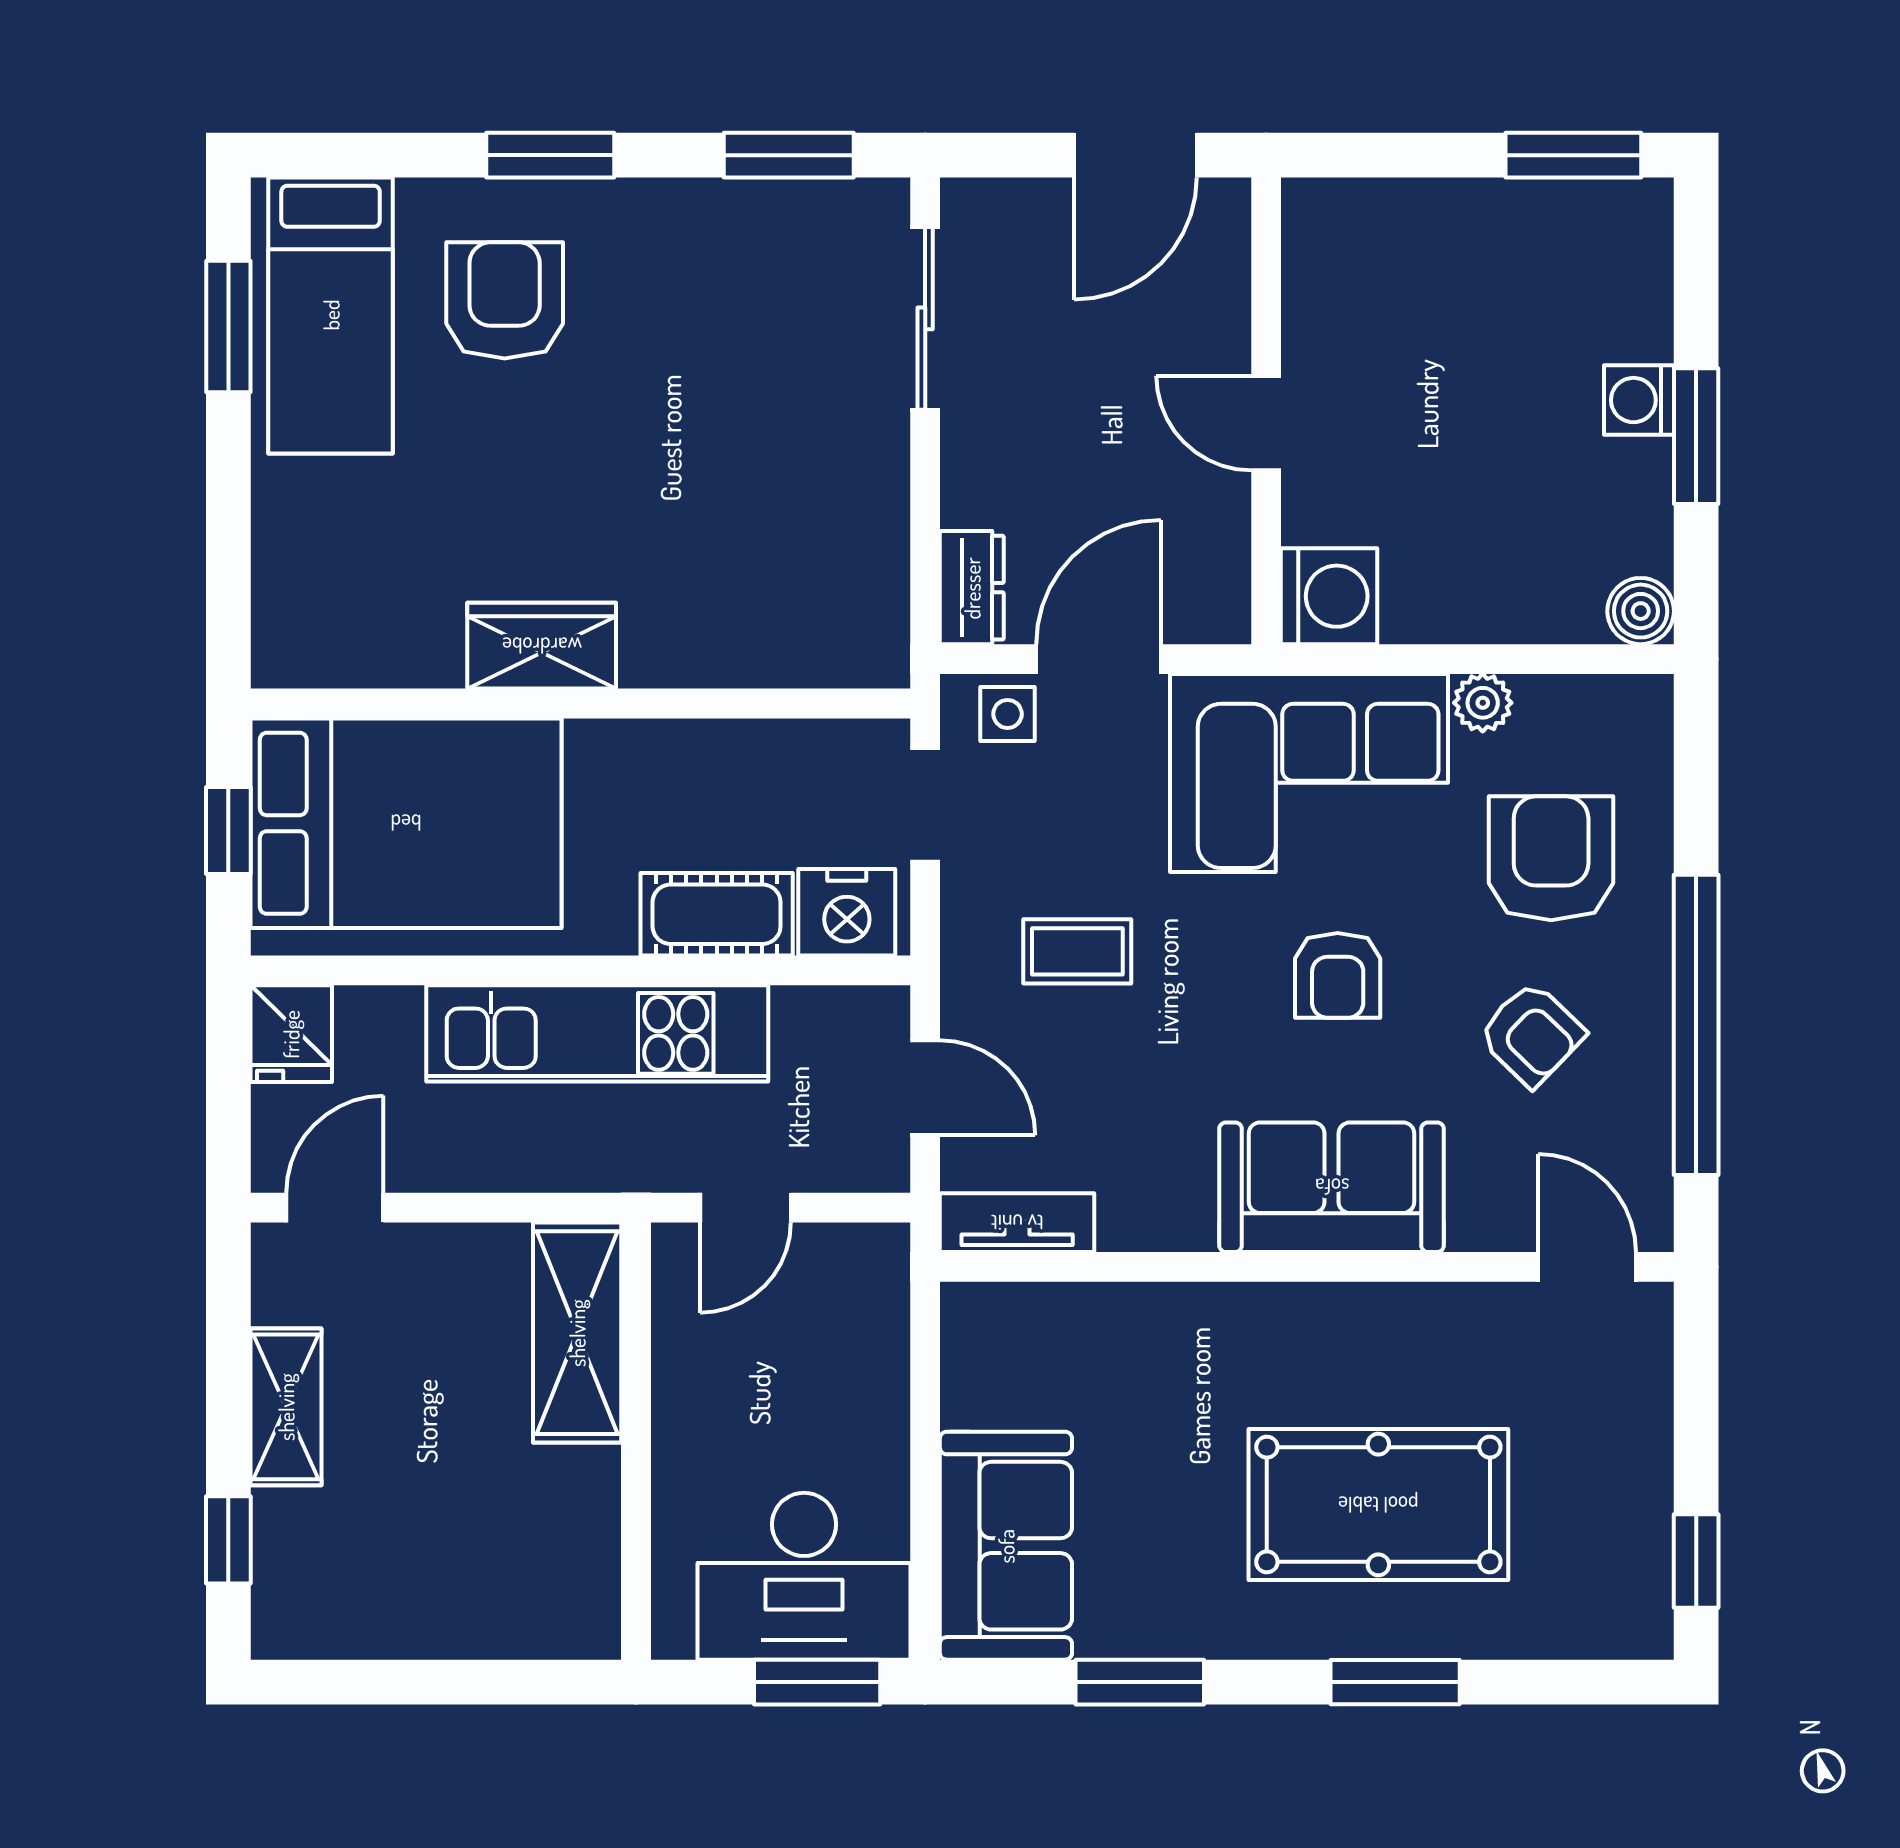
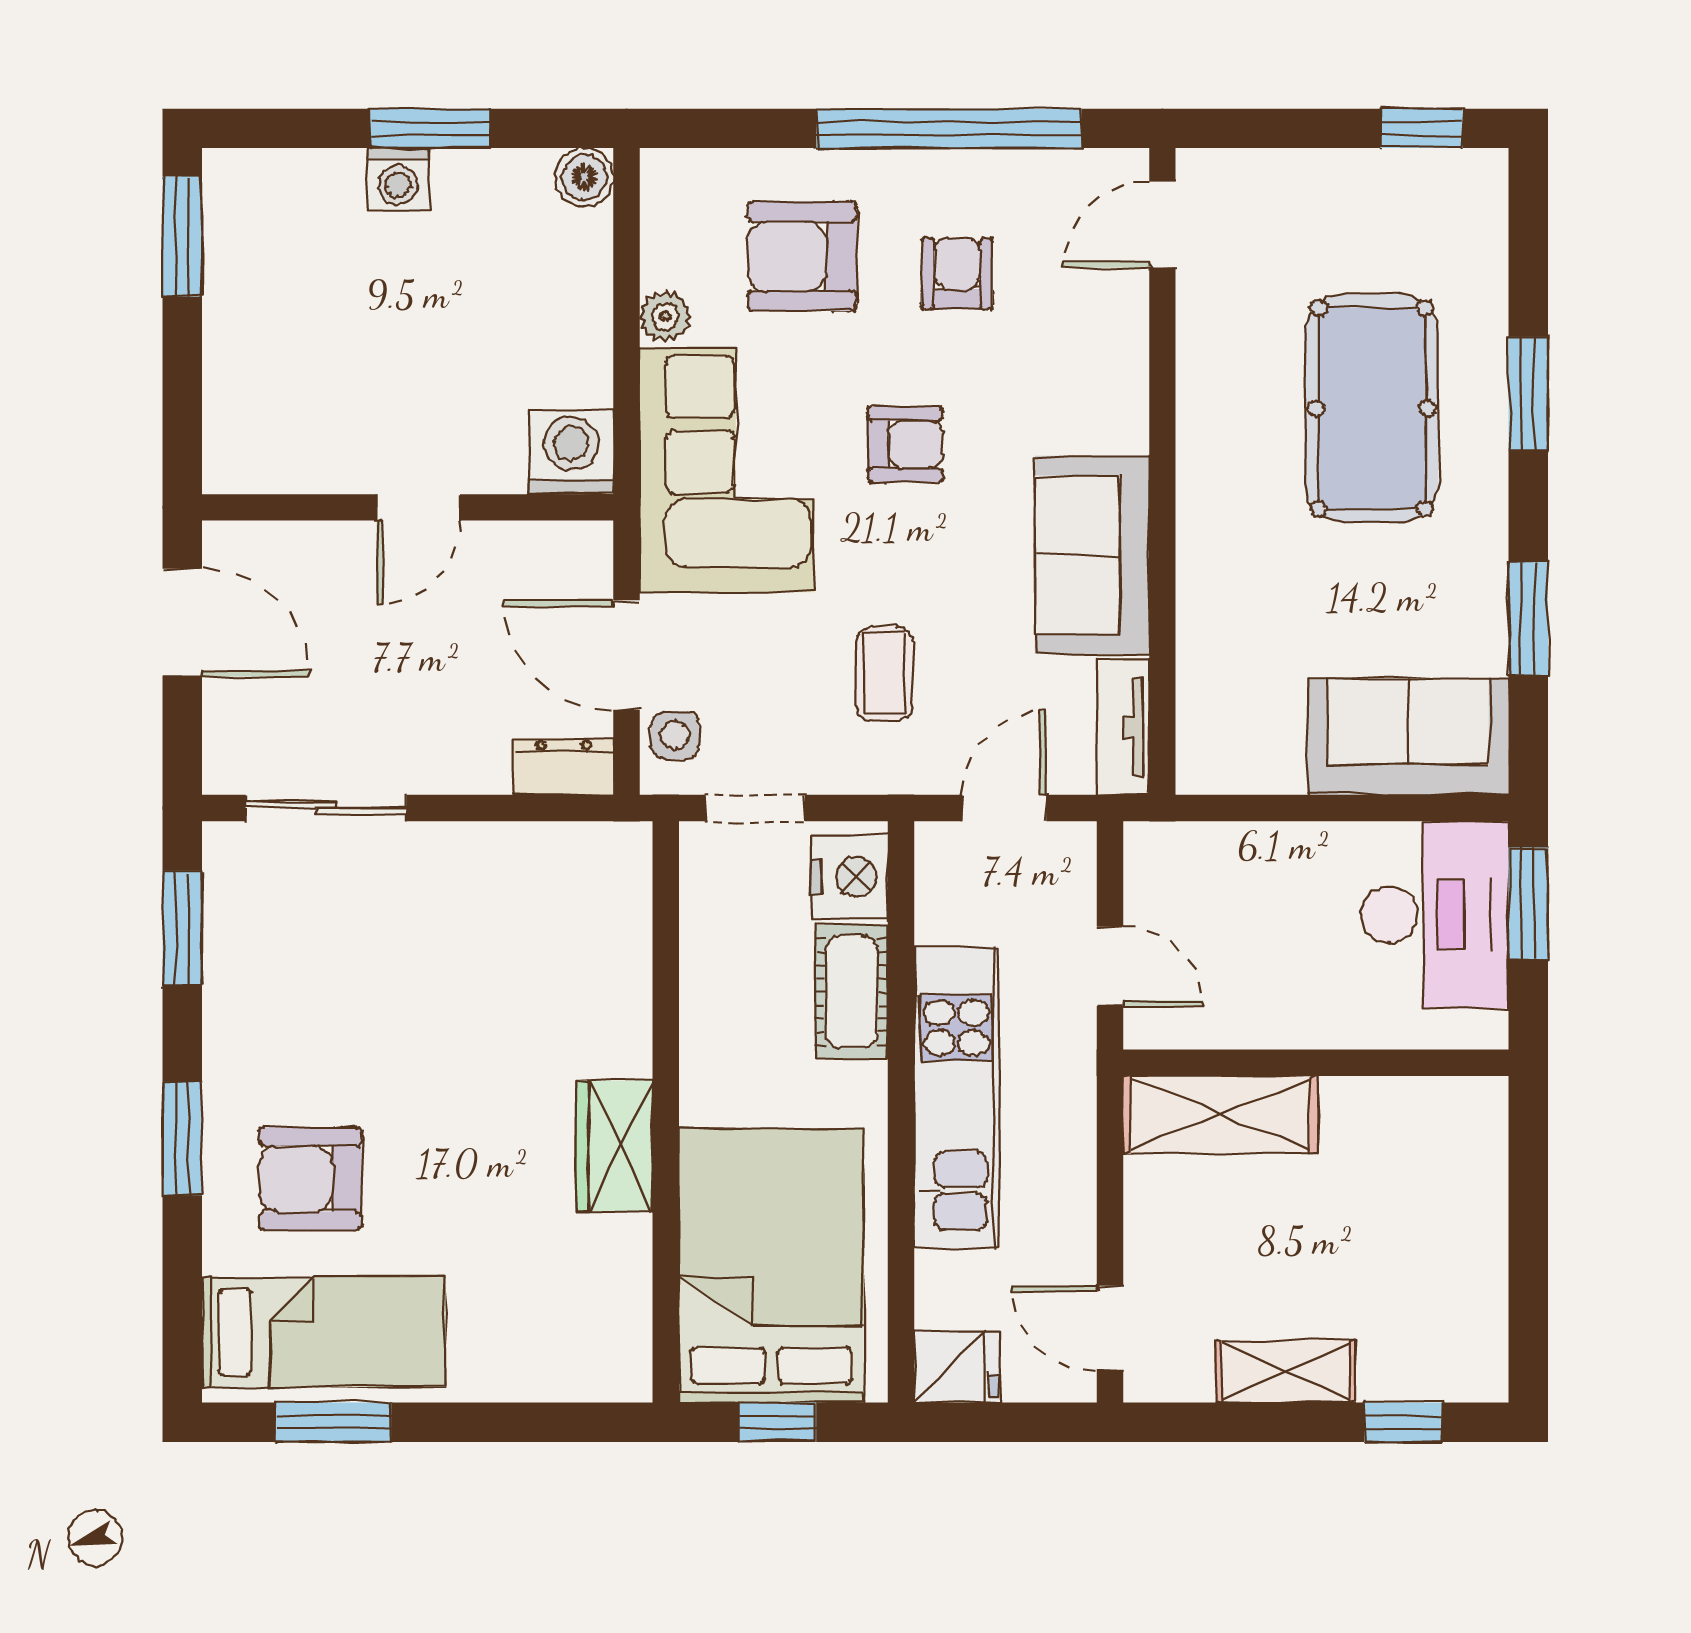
armchair: (1531, 1034) -> (957, 273), turned -44
sofa: (1332, 1187) -> (1092, 555), moved

